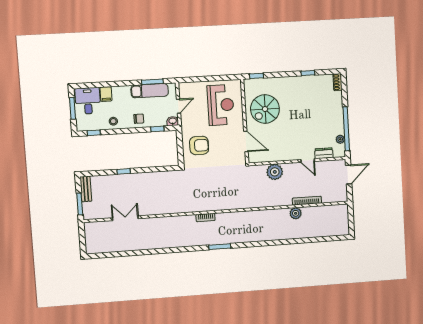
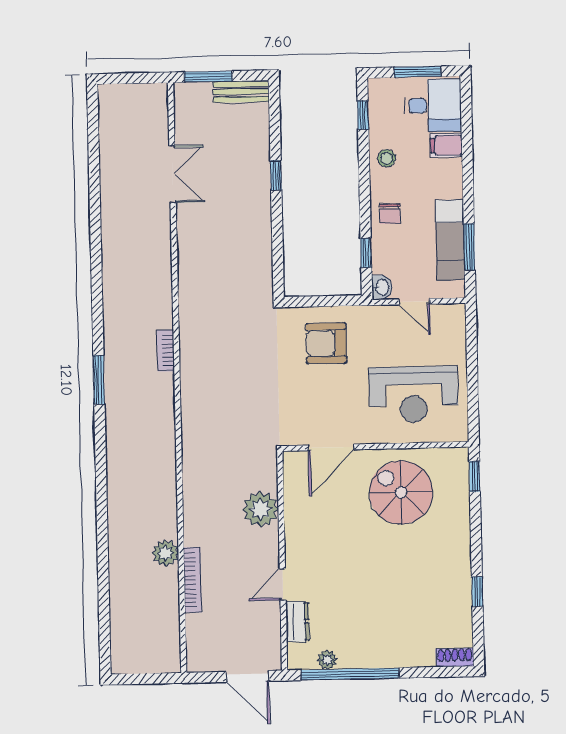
armchair: (199, 145) -> (326, 343), turned 90

